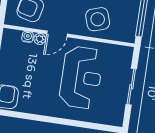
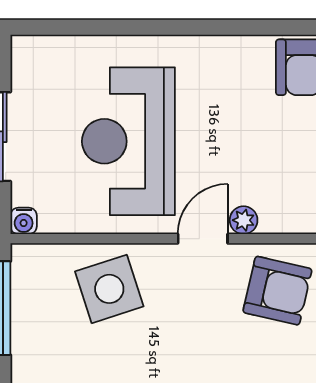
water cooler: (28, 37) -> (24, 221), moved

